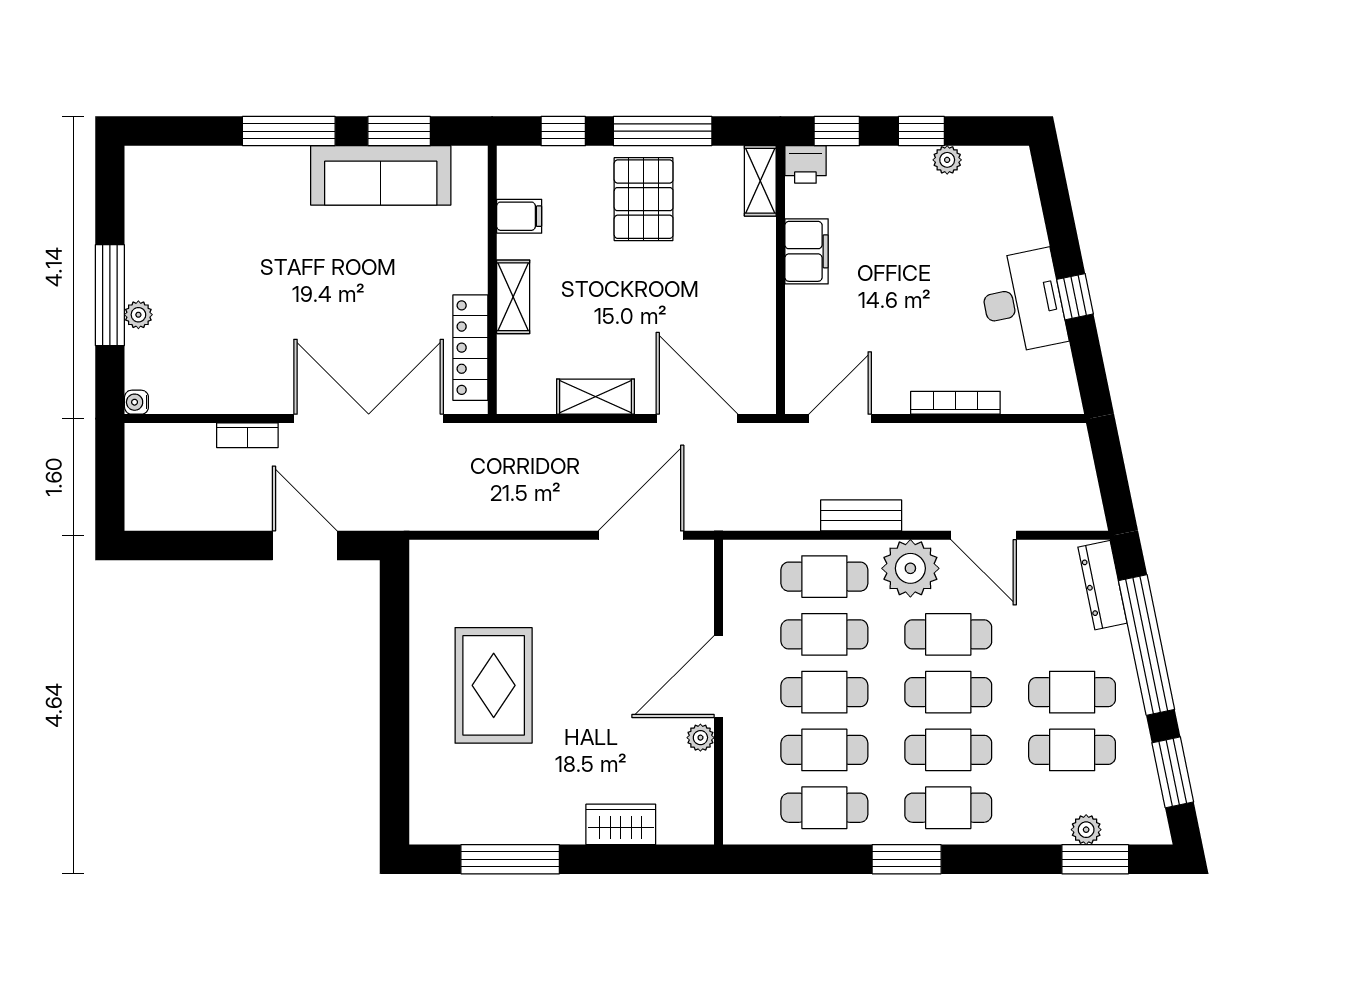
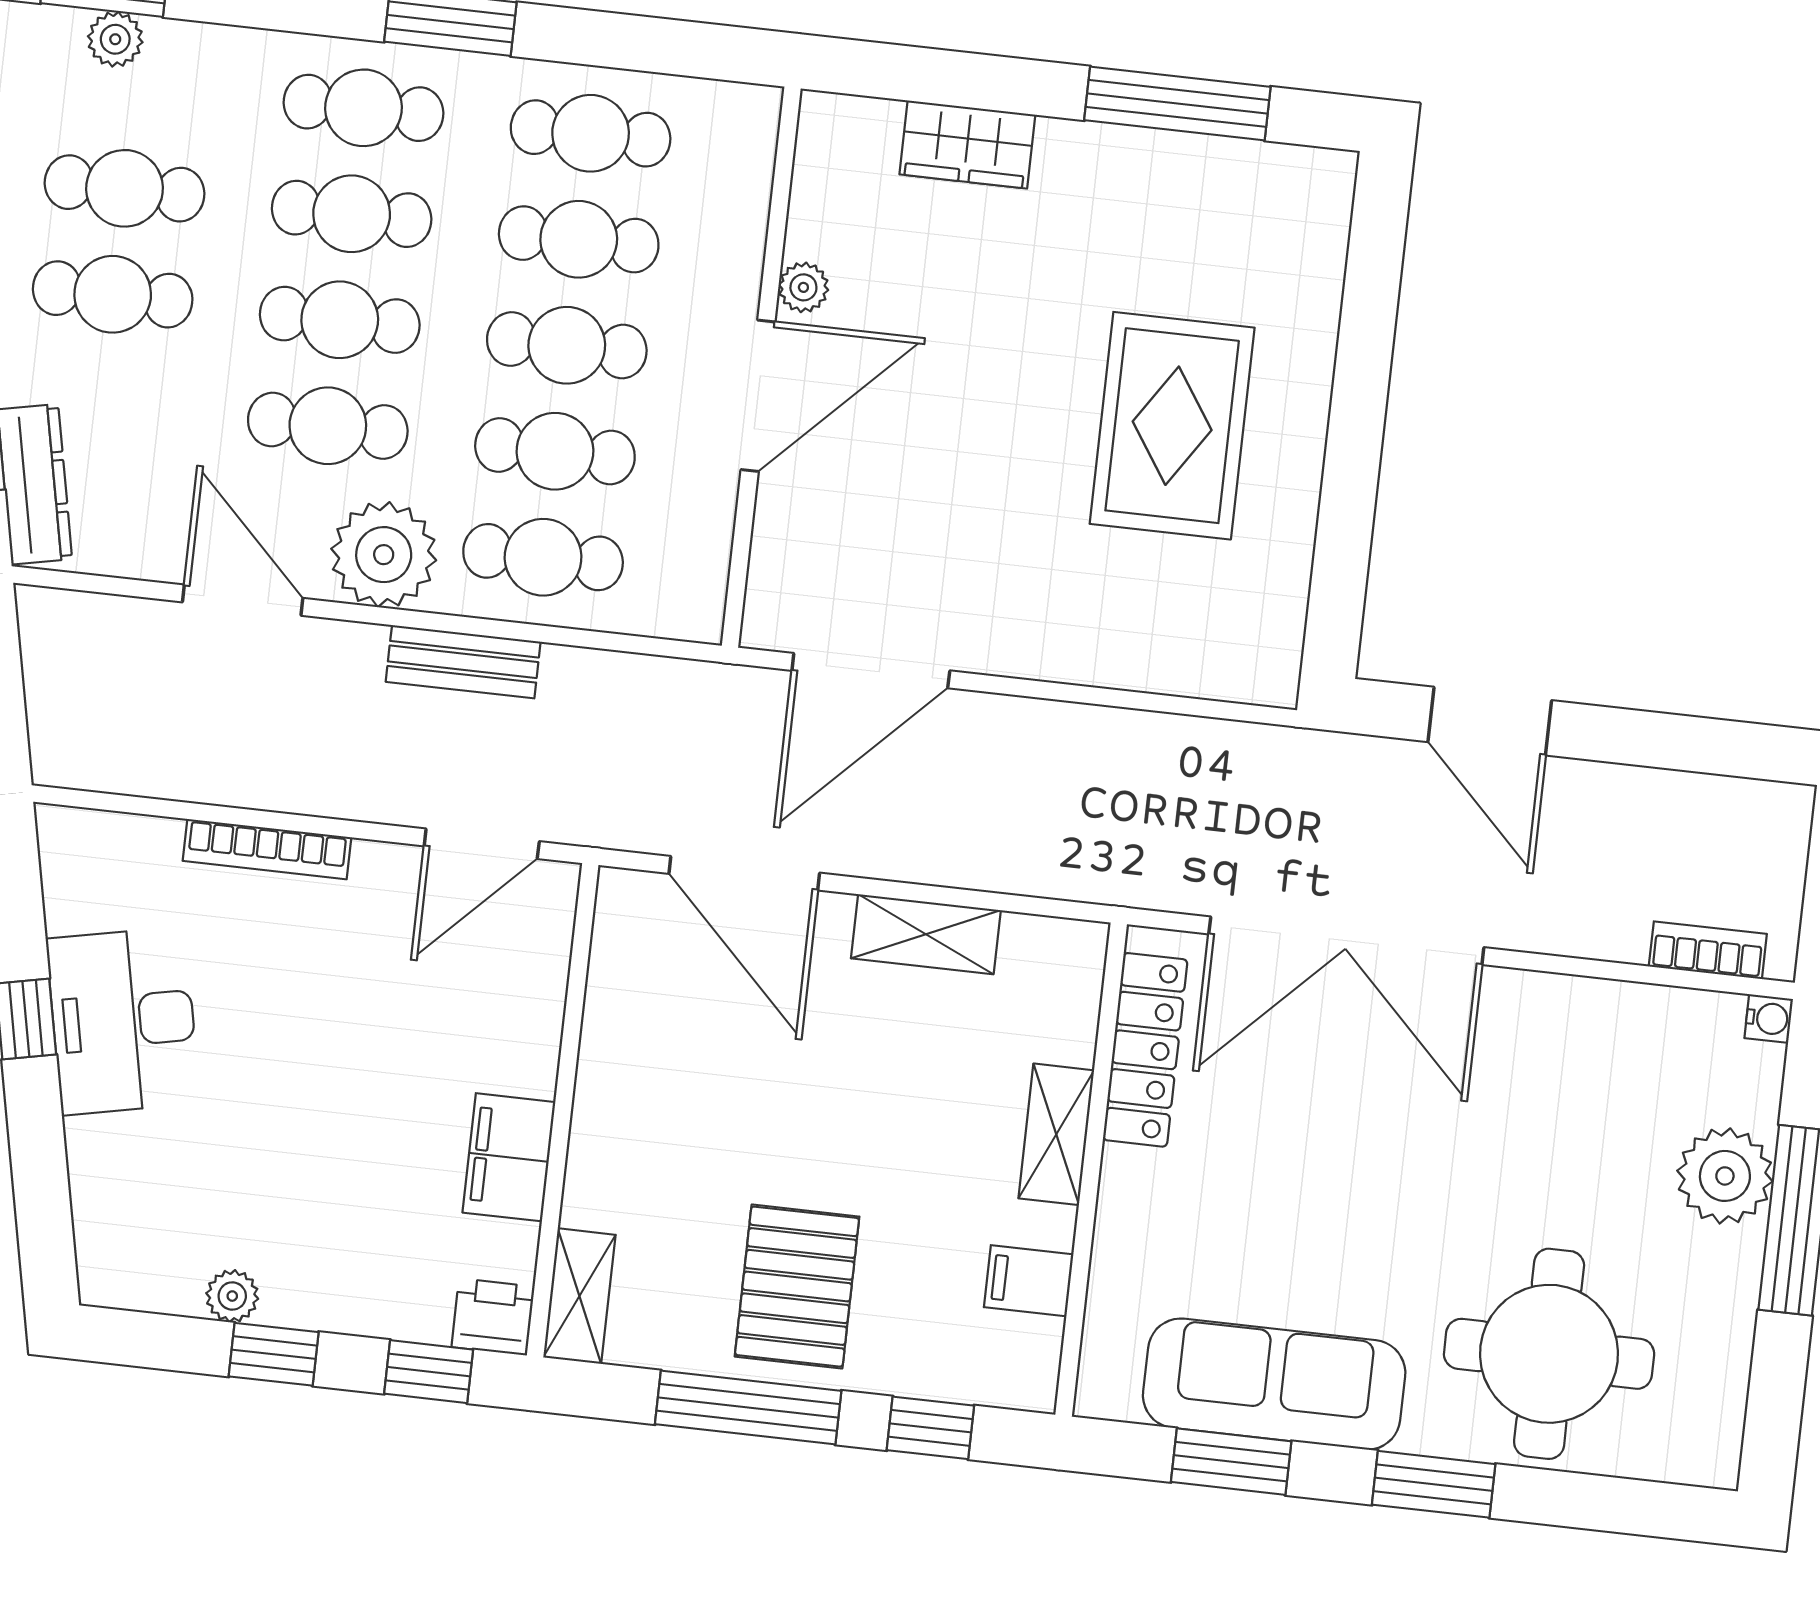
window: (289, 131) -> (1434, 1484), width x0.69
round table: (235, 208) -> (1549, 1354), added
plant: (138, 315) -> (1725, 1176), width x1.88, depth x1.88
bookcase: (247, 435) -> (1708, 950), moved

